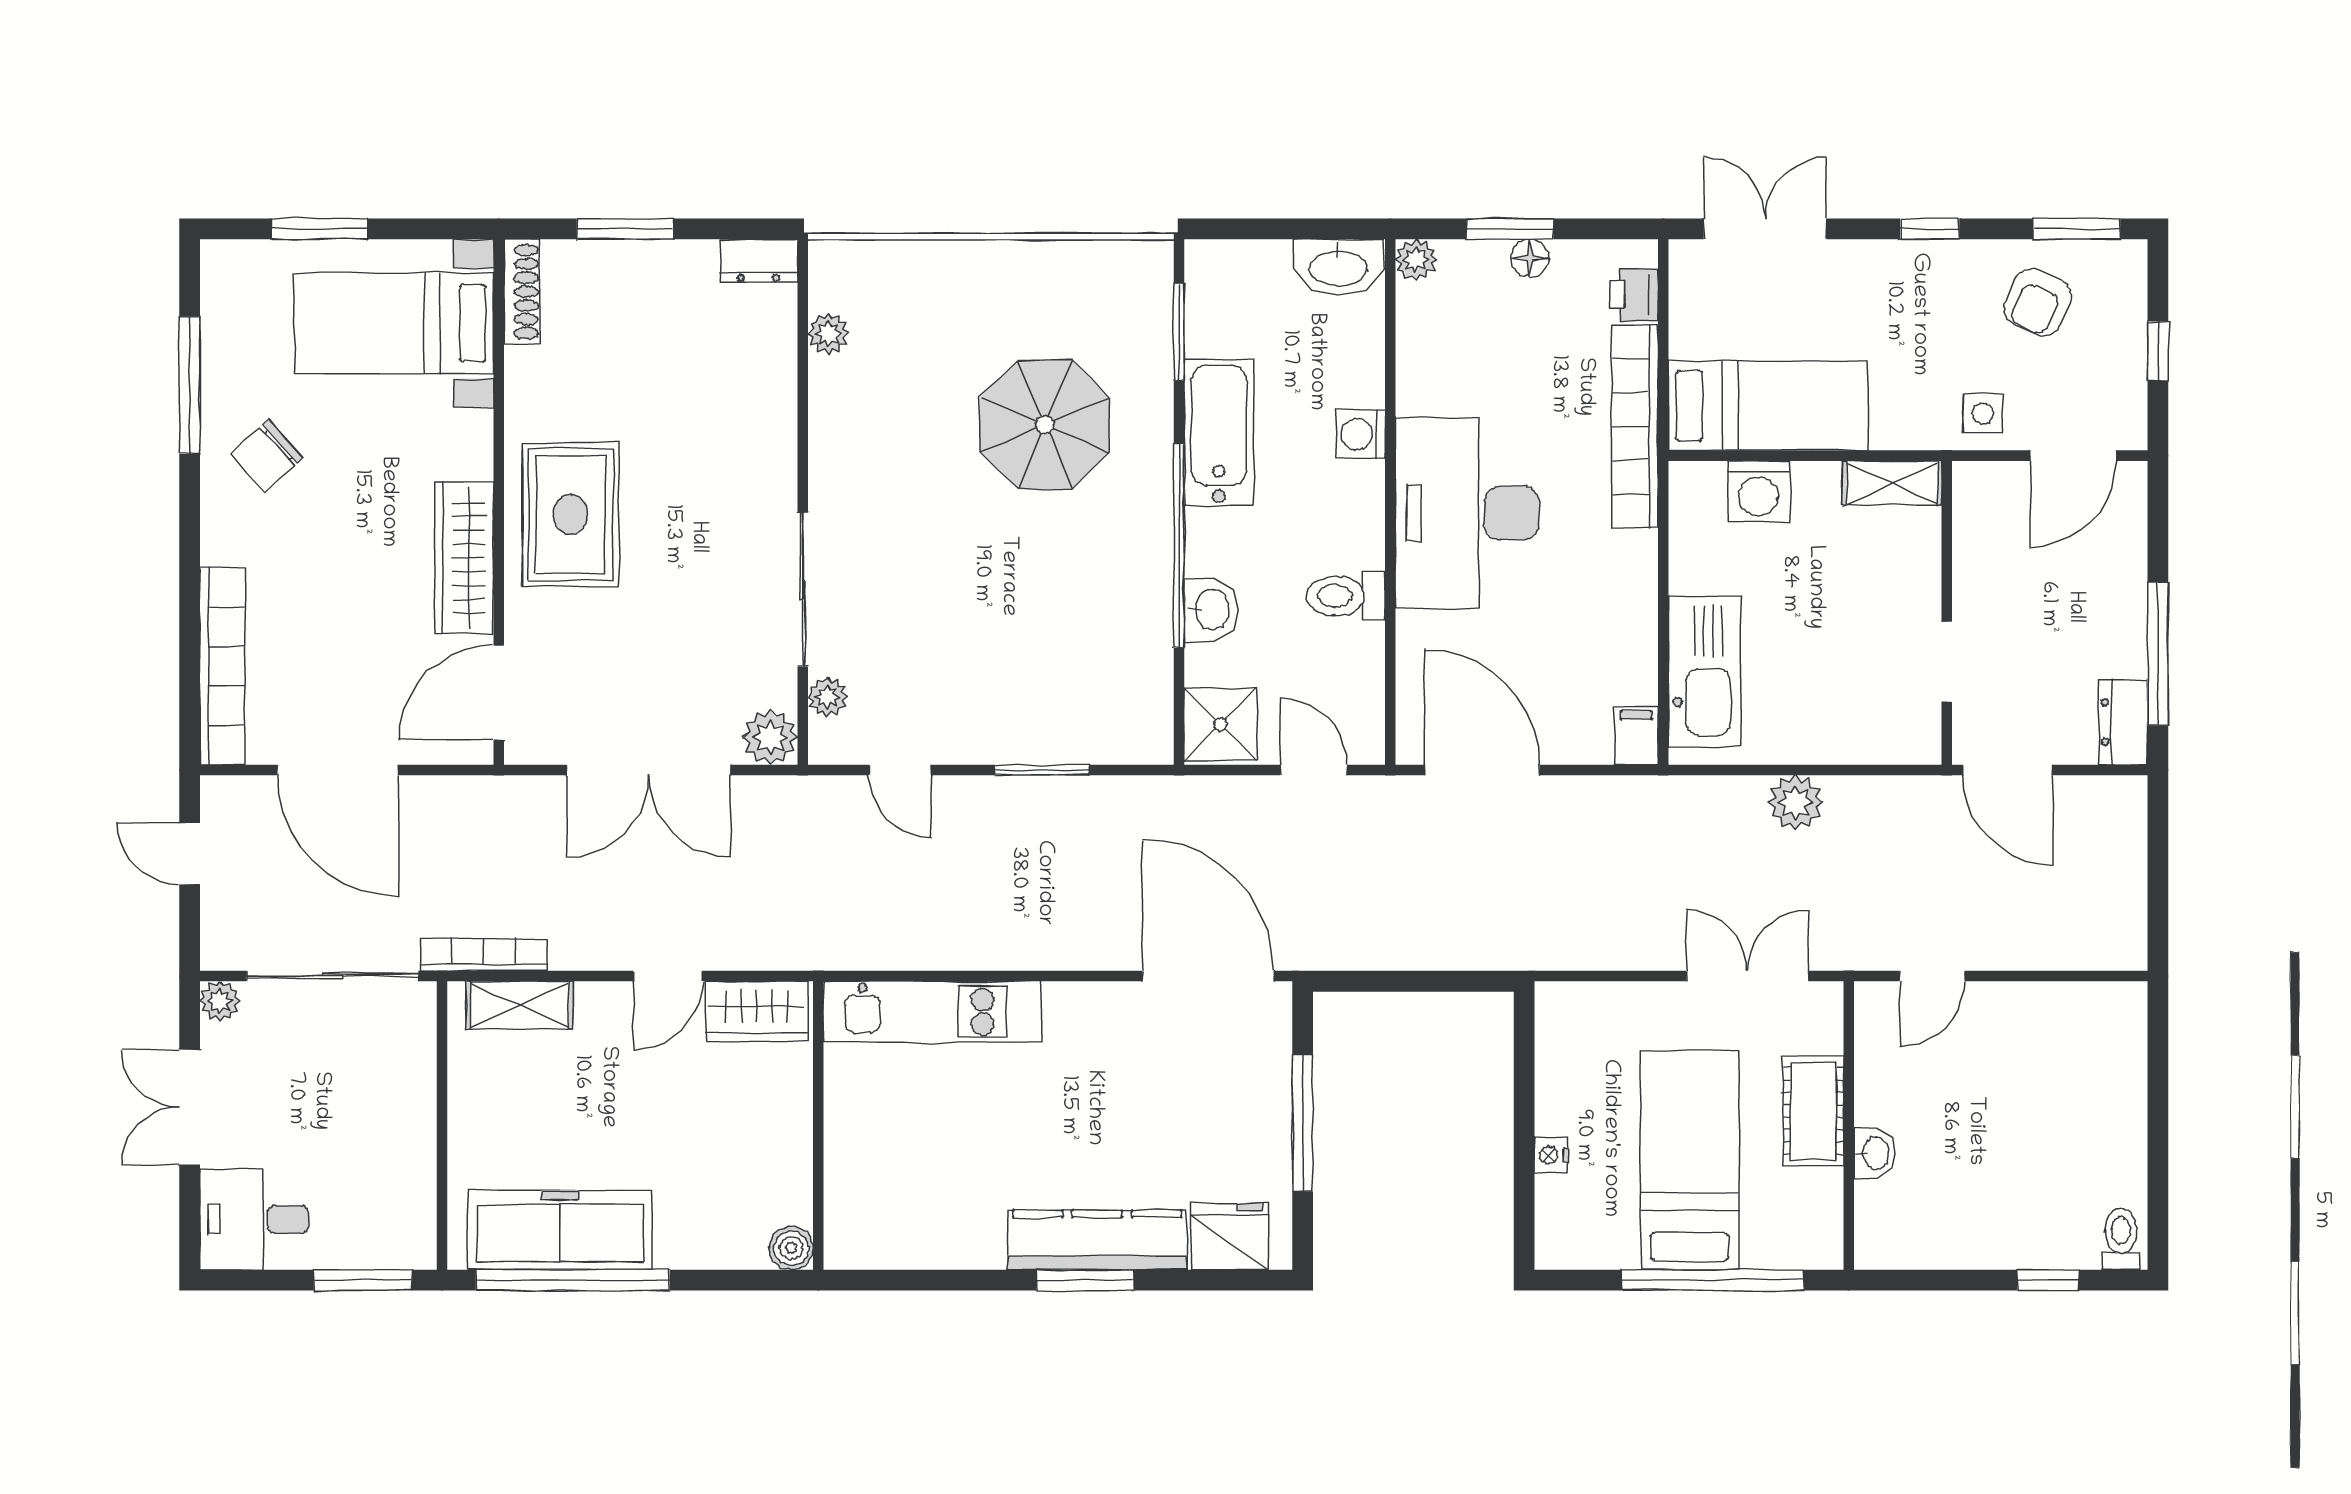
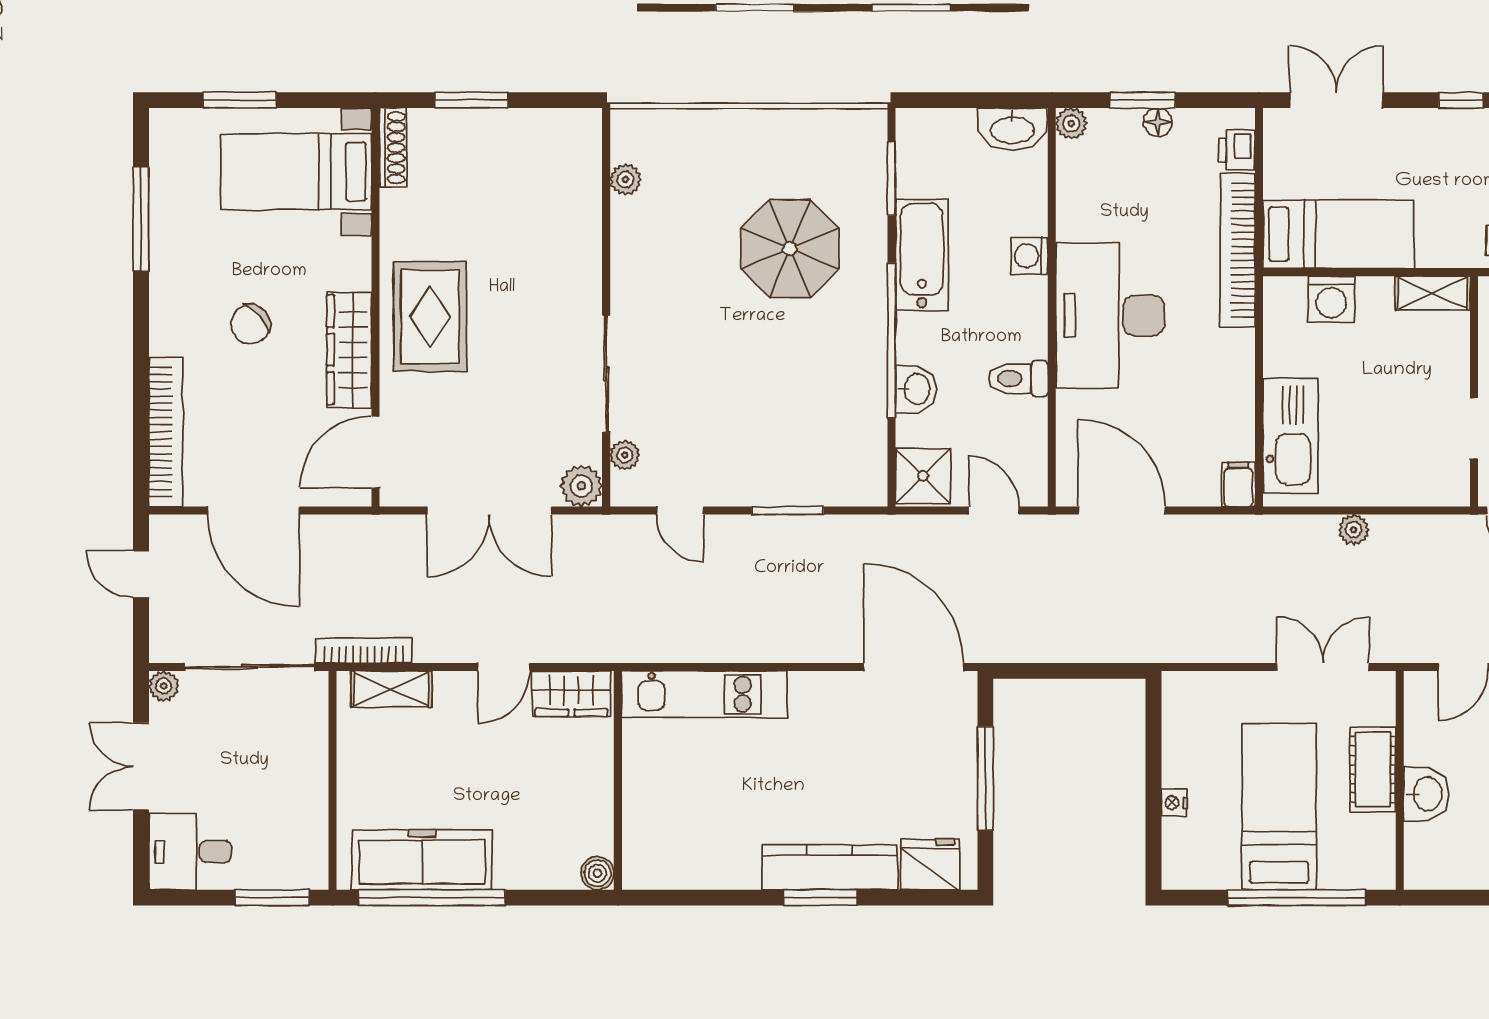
dresser: (758, 261) -> (572, 124), removed
chair: (267, 456) -> (251, 324), moved
plant: (1795, 803) -> (1354, 530), width x0.73, depth x0.73
washbasin: (1875, 1153) -> (1426, 794), width x1.38, depth x1.45

